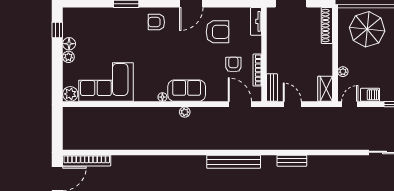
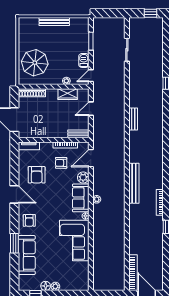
sofa: (110, 19) -> (27, 255), added
armchair: (217, 32) -> (37, 175), turned 180
corner sofa: (106, 82) -> (74, 240), moved
wardrobe: (325, 89) -> (68, 94), moved
plant: (70, 94) -> (83, 178), moved
door: (292, 104) -> (91, 109), moved
door: (350, 104) -> (91, 76), hinge flipped
bench: (234, 162) -> (134, 183), moved

